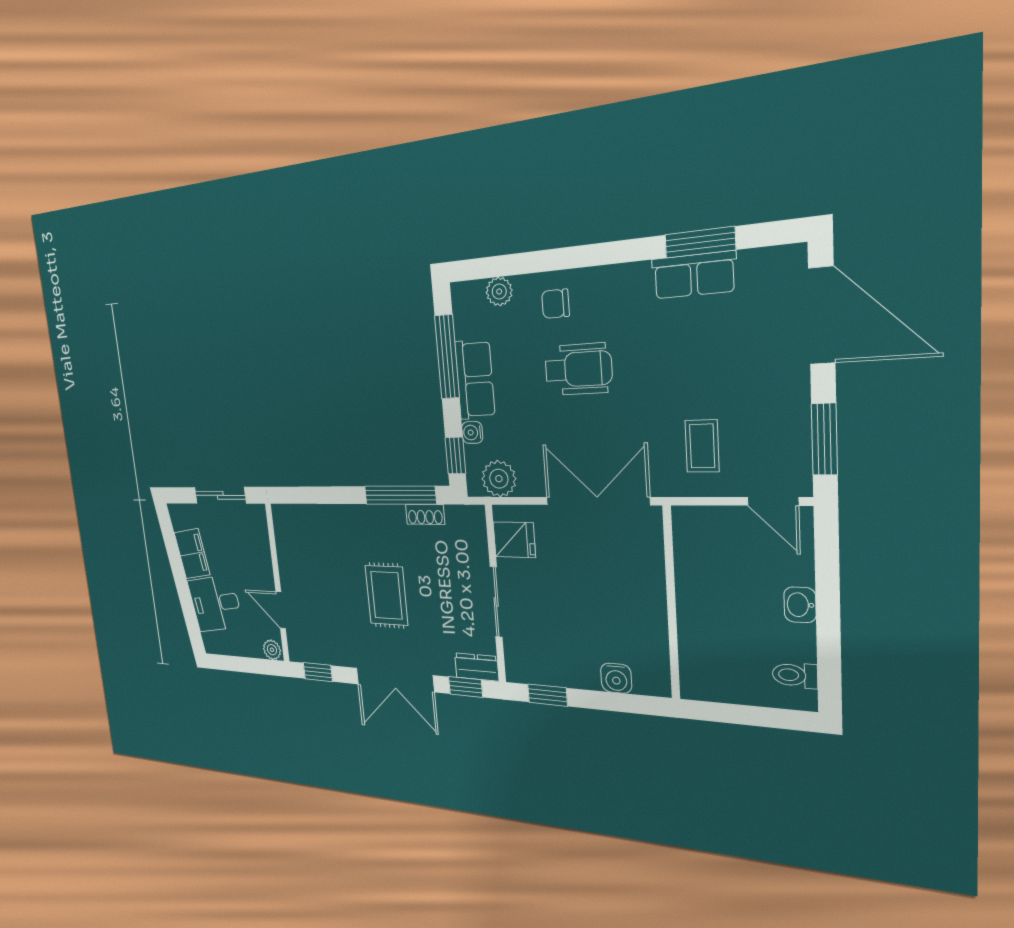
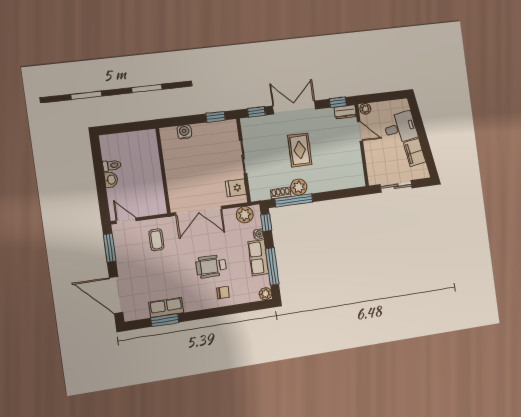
plant: (499, 291) -> (265, 294), moved
plant: (390, 521) -> (299, 187), added
dresser: (477, 667) -> (345, 112), moved
toilet: (795, 675) -> (112, 165), moved

